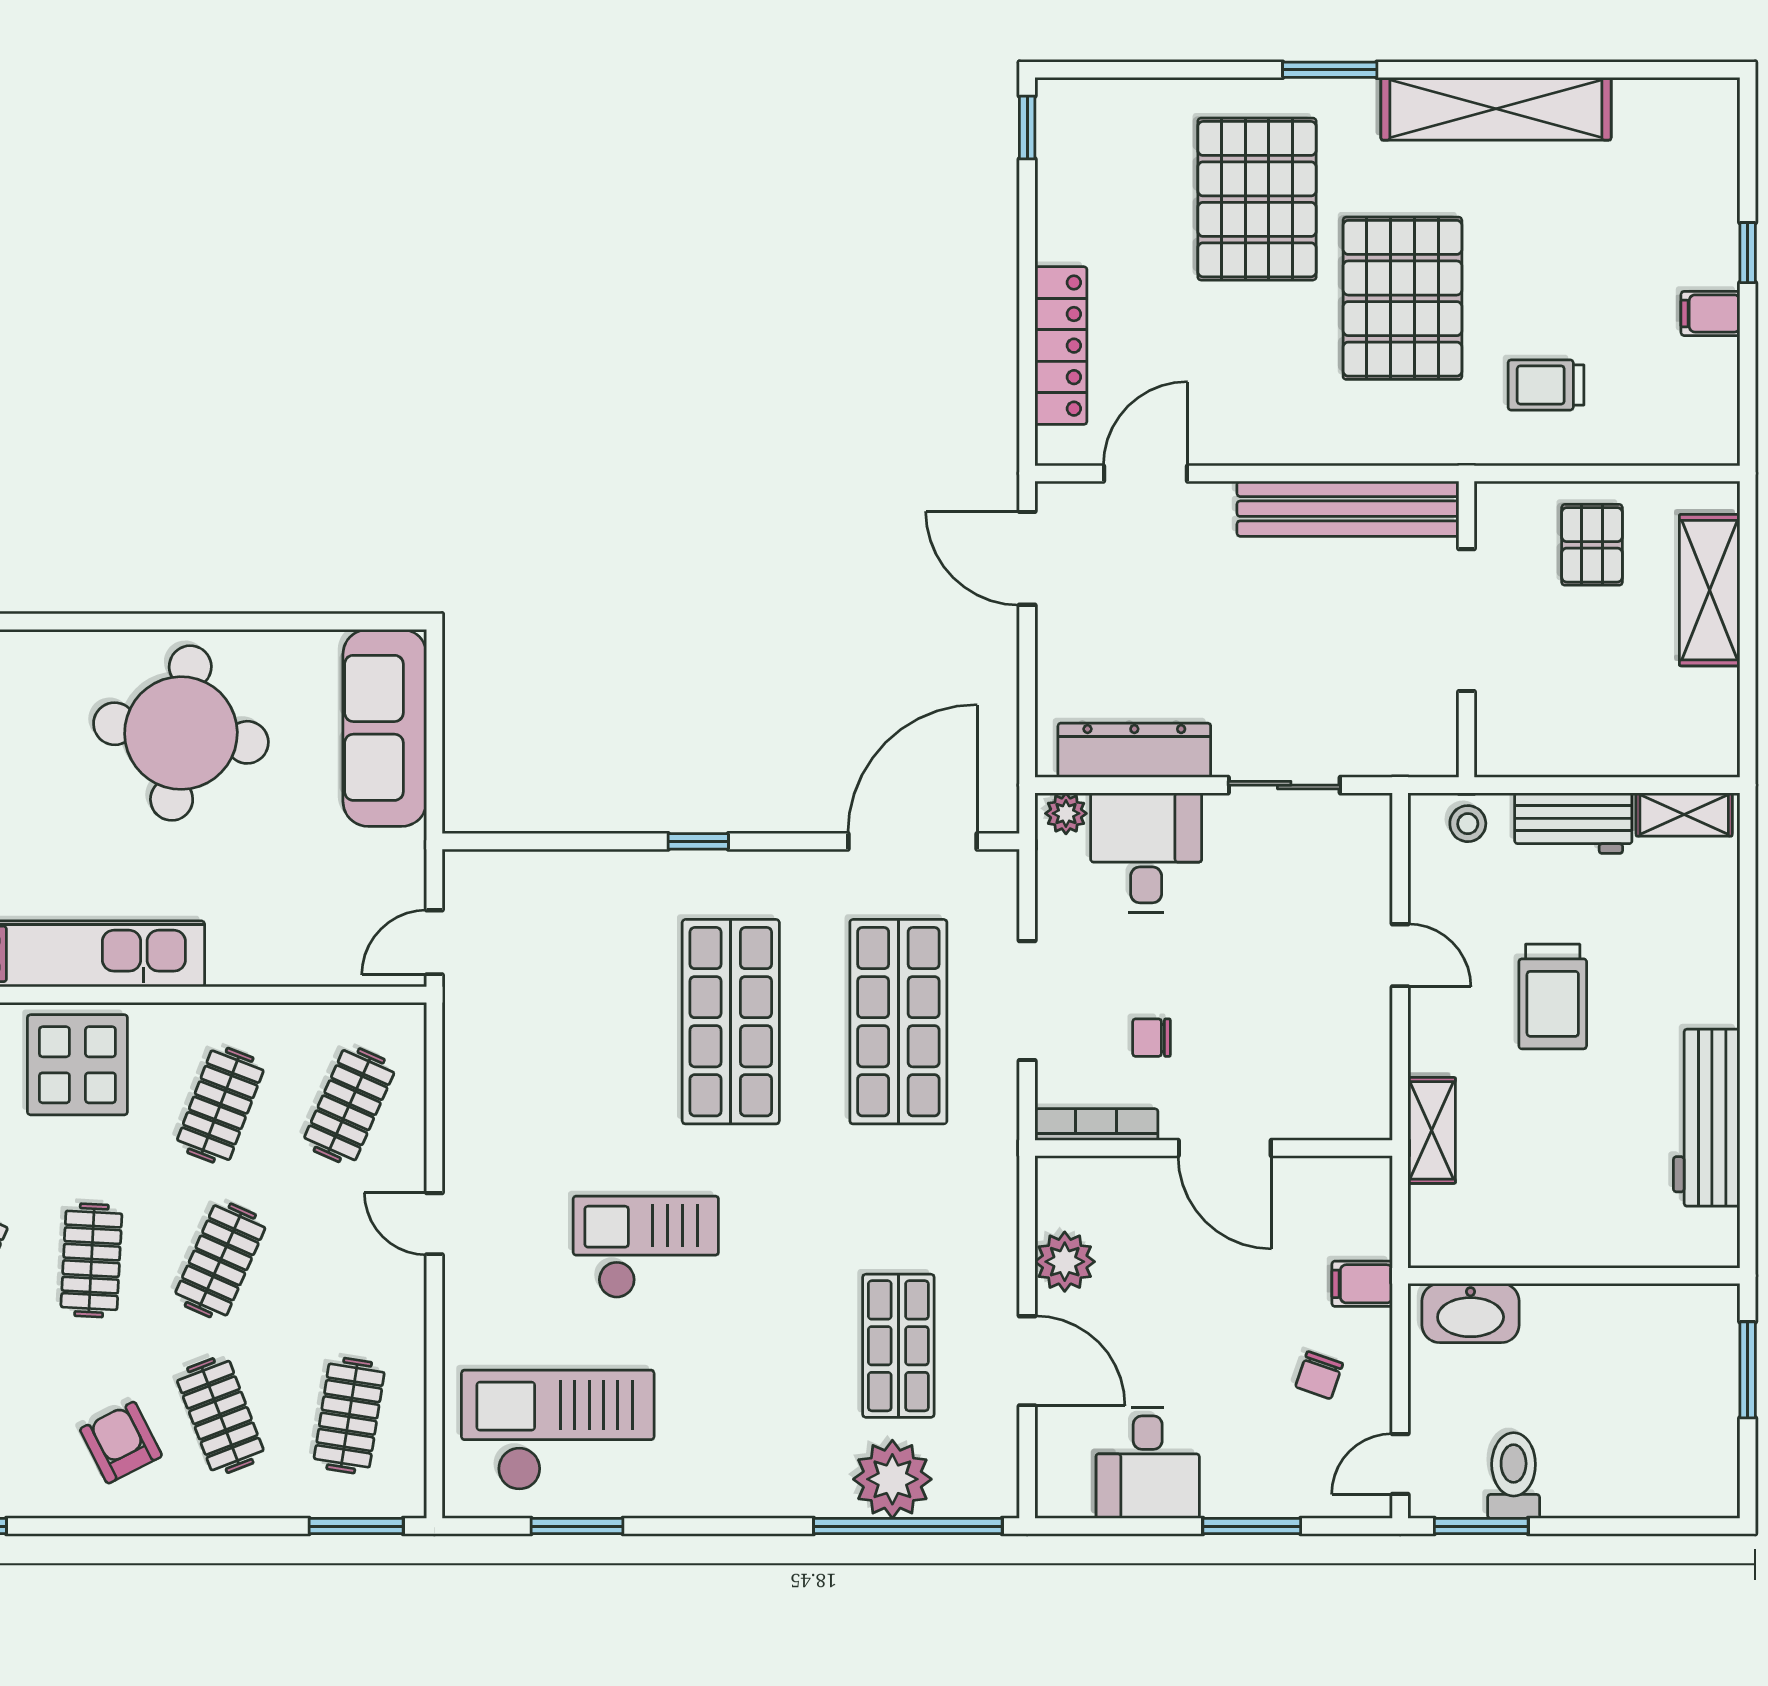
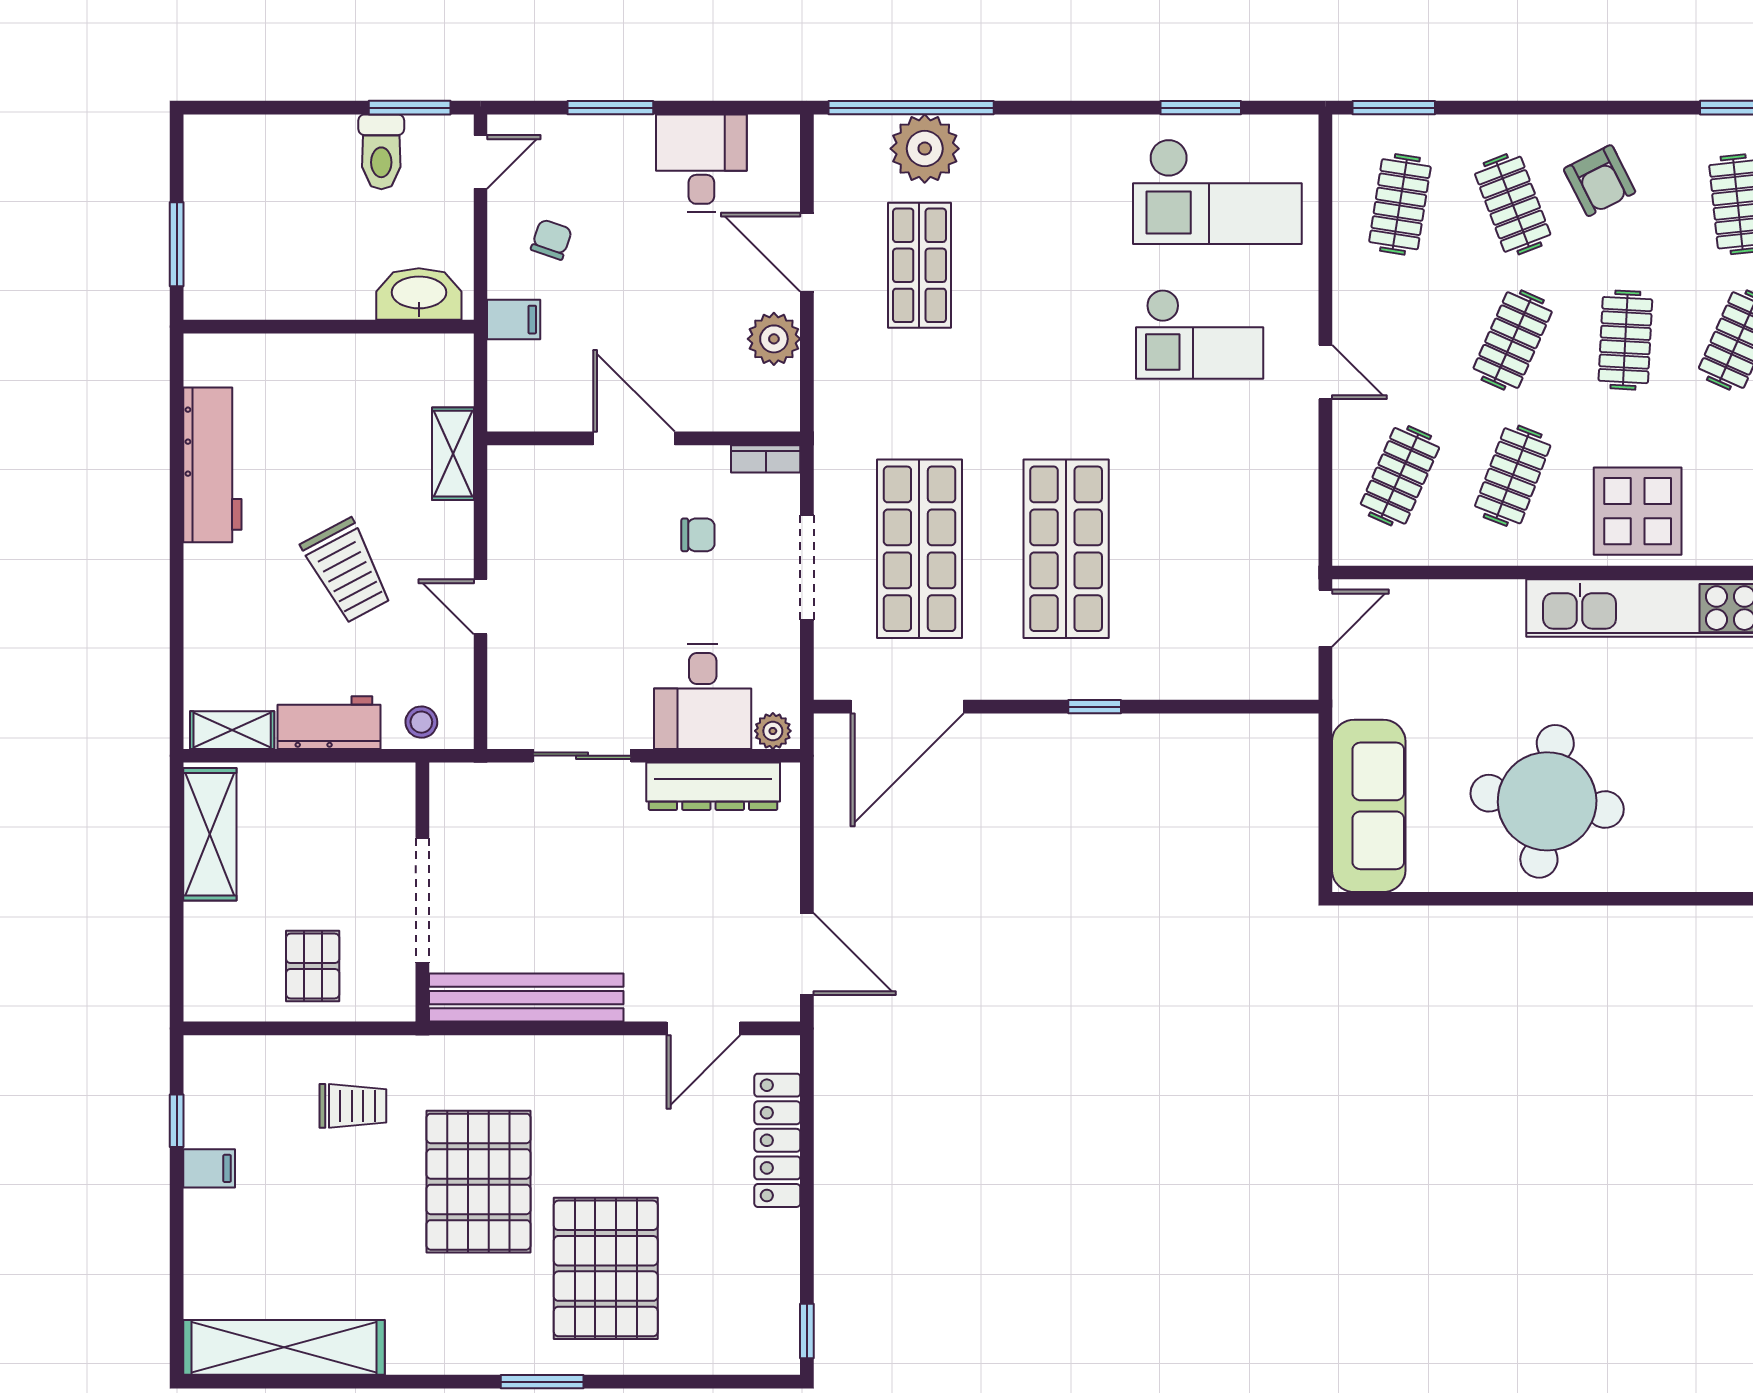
shelving: (1496, 109) -> (284, 1347), moved
window: (1748, 253) -> (177, 1121), moved
shelving: (1710, 590) -> (210, 834), moved
trolley: (1553, 997) -> (347, 571), turned 152
bookcase: (1096, 1125) -> (766, 459), width x0.64
checkout: (646, 1247) -> (1200, 334), moved

